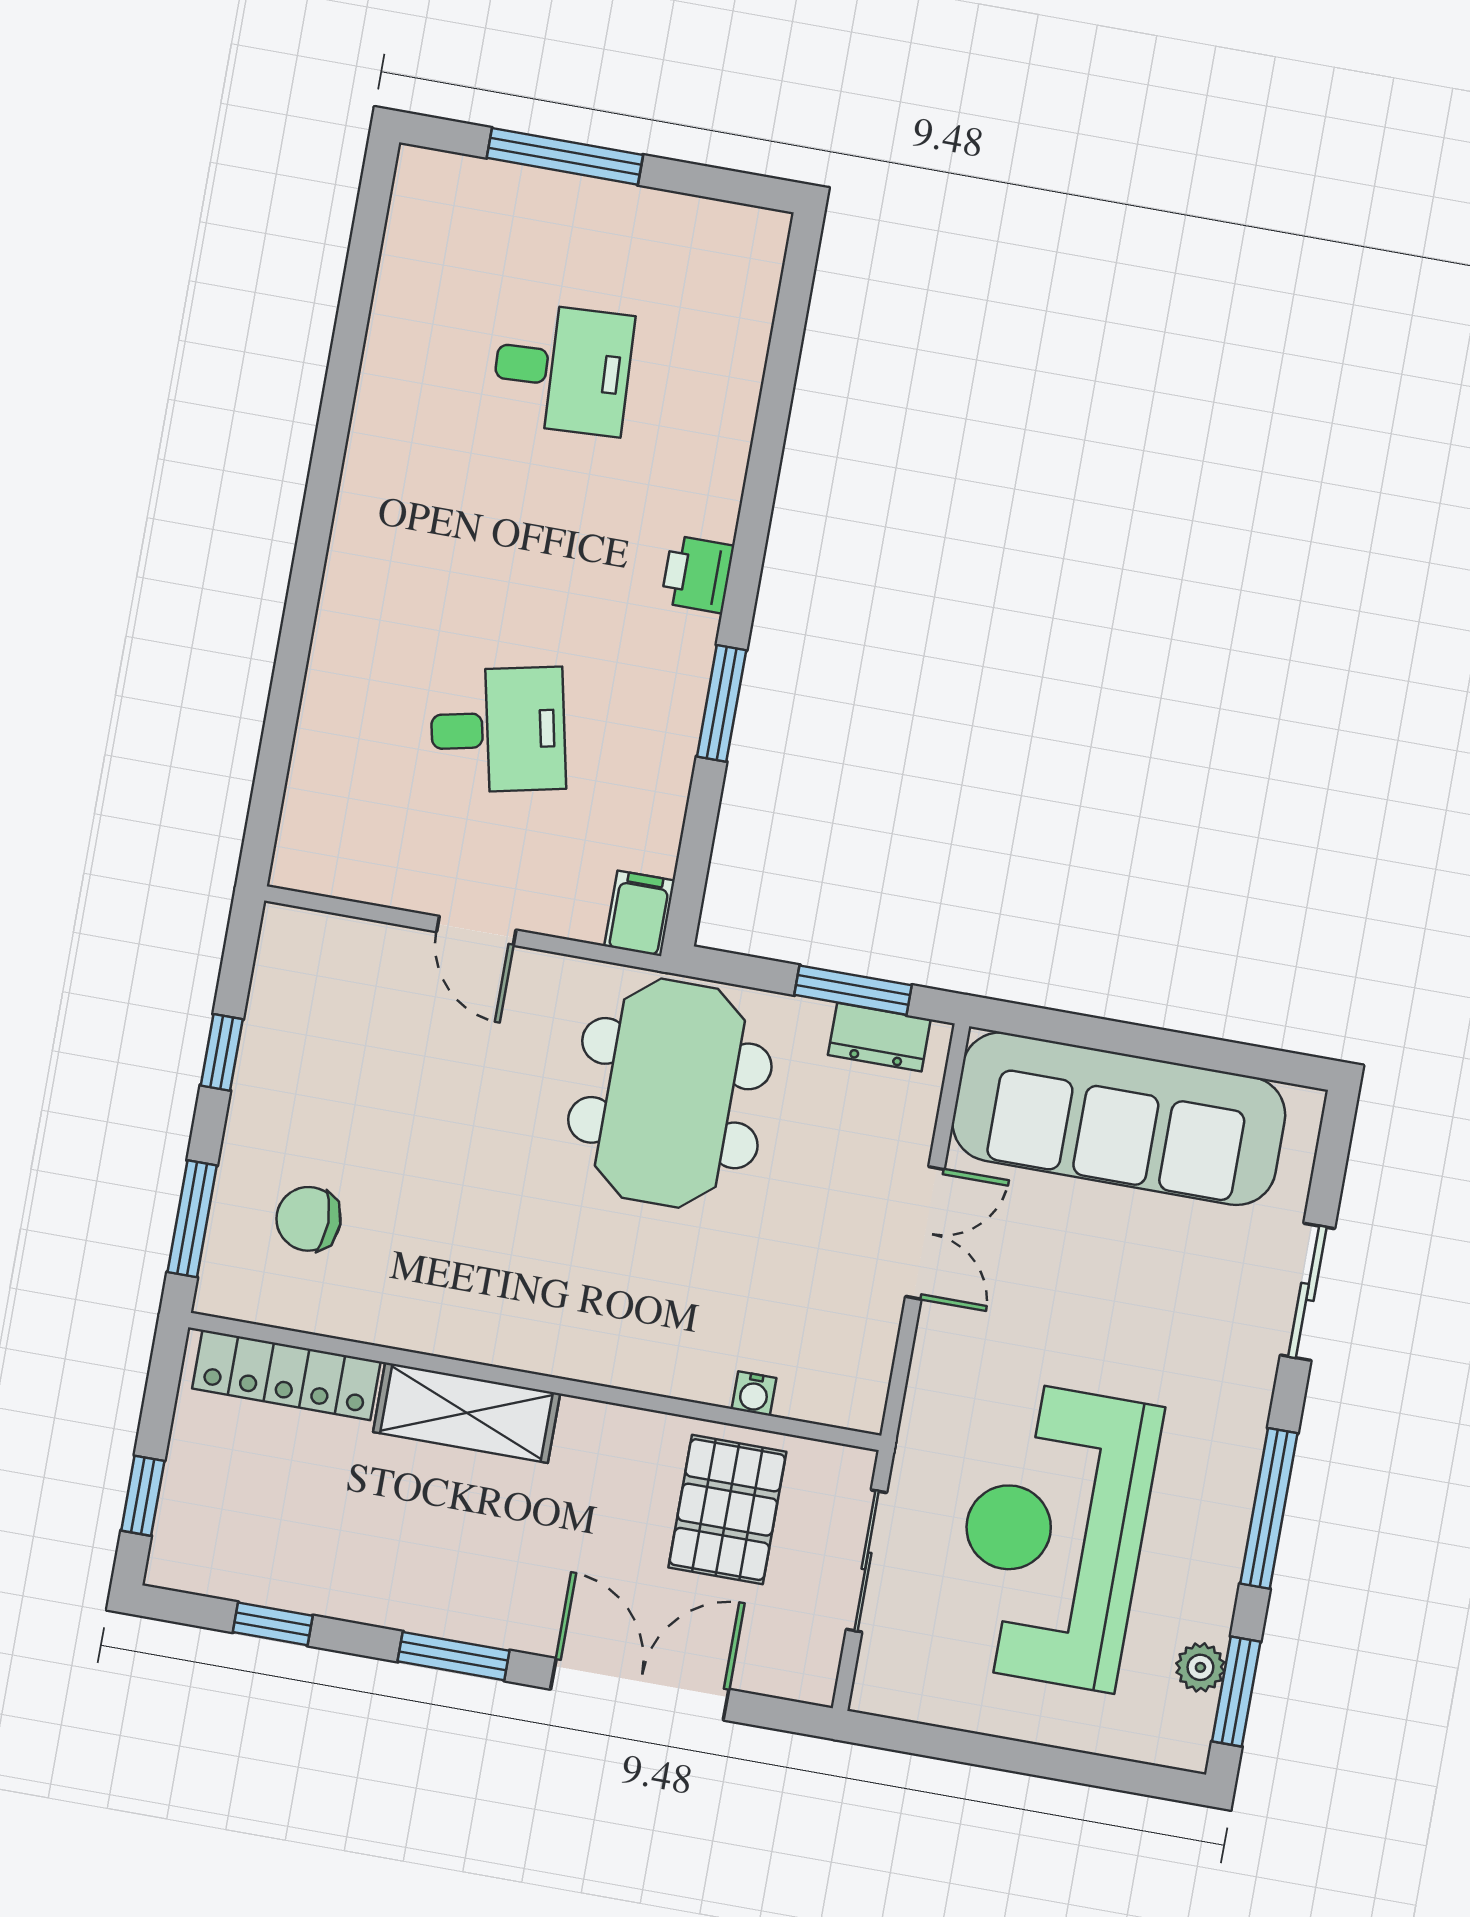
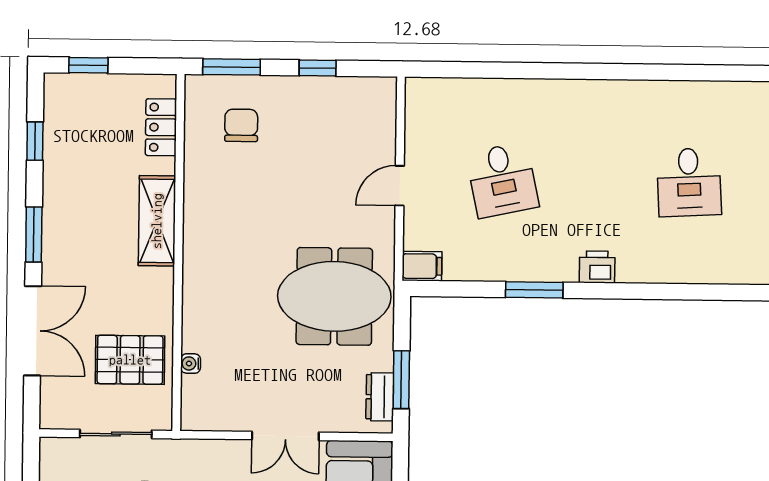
locker: (286, 1375) -> (161, 127), width x0.66

